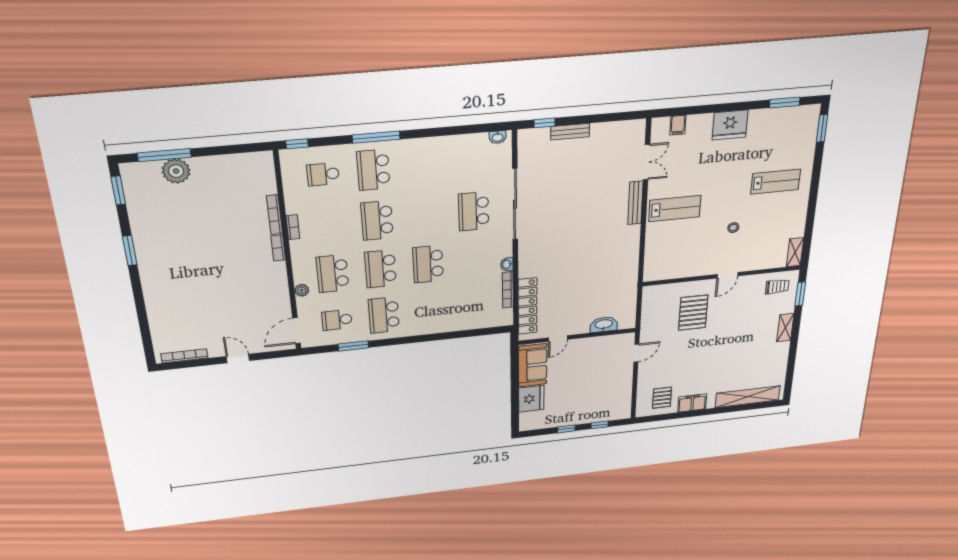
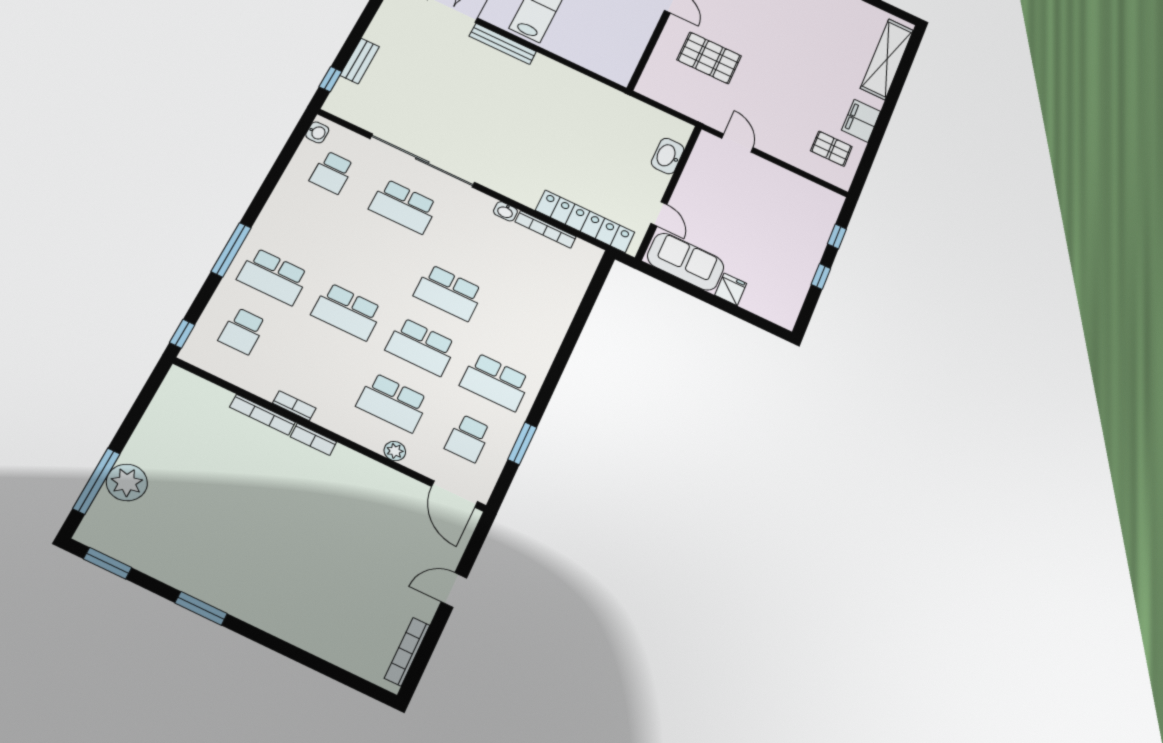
school desk: (472, 161) -> (332, 172), added
fridge: (531, 399) -> (731, 289), width x0.53, depth x0.75

